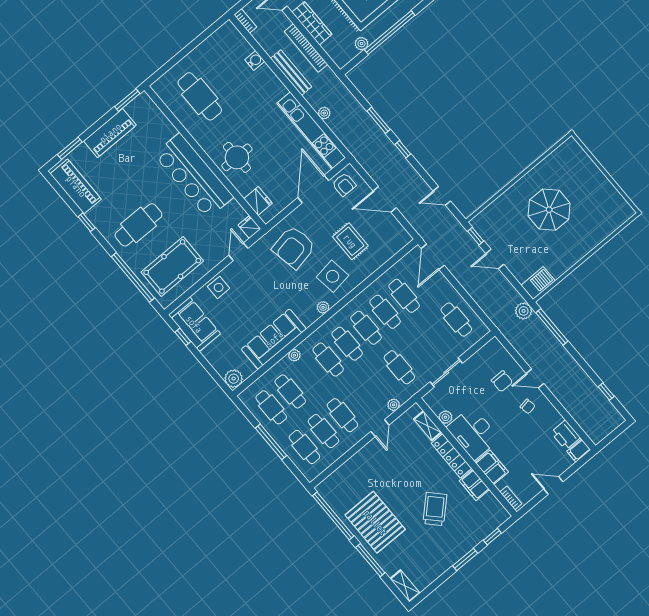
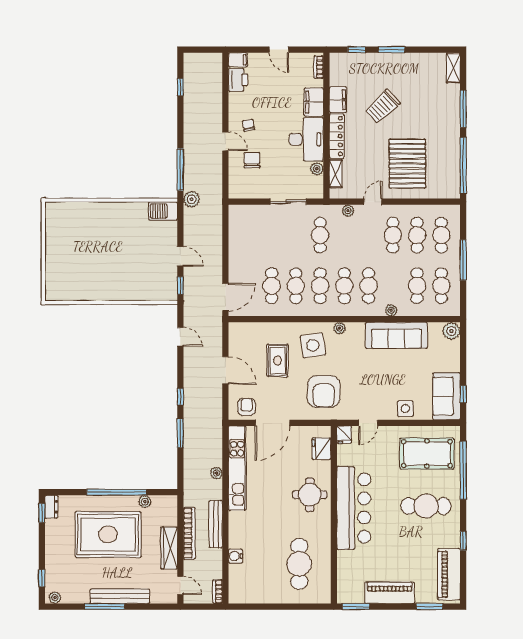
parasol: (549, 210) -> (109, 259), removed
armchair: (294, 247) -> (324, 392), turned 101
cafe table: (456, 320) -> (247, 235), removed
pallet: (375, 522) -> (407, 164), moved

